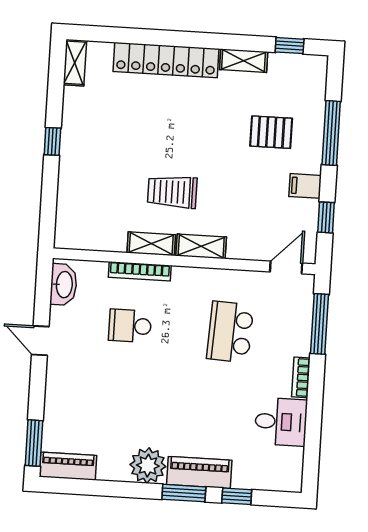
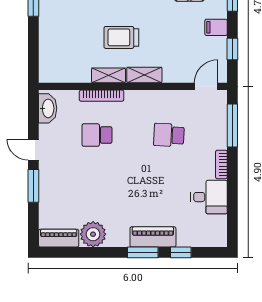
school desk: (230, 332) -> (169, 135), width x0.54
window: (34, 443) -> (33, 186), moved
plant: (148, 466) -> (93, 234), moved

